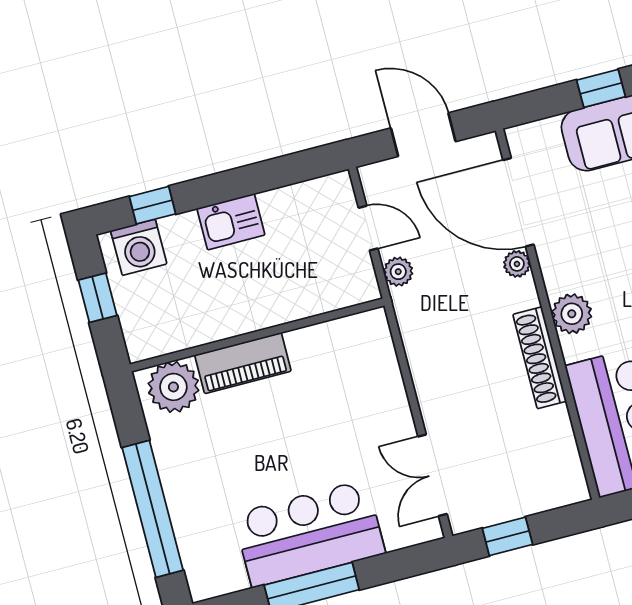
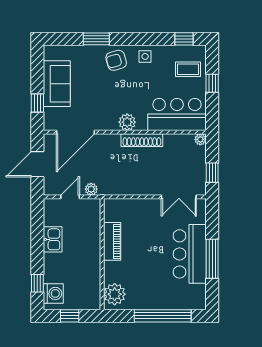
window: (601, 88) -> (37, 103), moved
kitchen sink: (231, 222) -> (53, 239), moved
plant: (517, 264) -> (200, 139), moved
piano: (243, 363) -> (112, 241), moved

